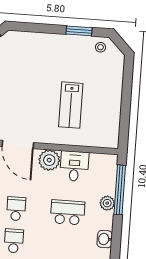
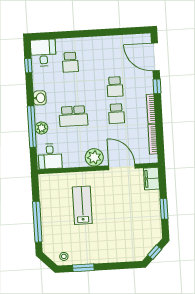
window: (127, 92) -> (37, 222), added
desk: (74, 166) -> (50, 156), moved
window: (120, 190) -> (32, 127), moved

